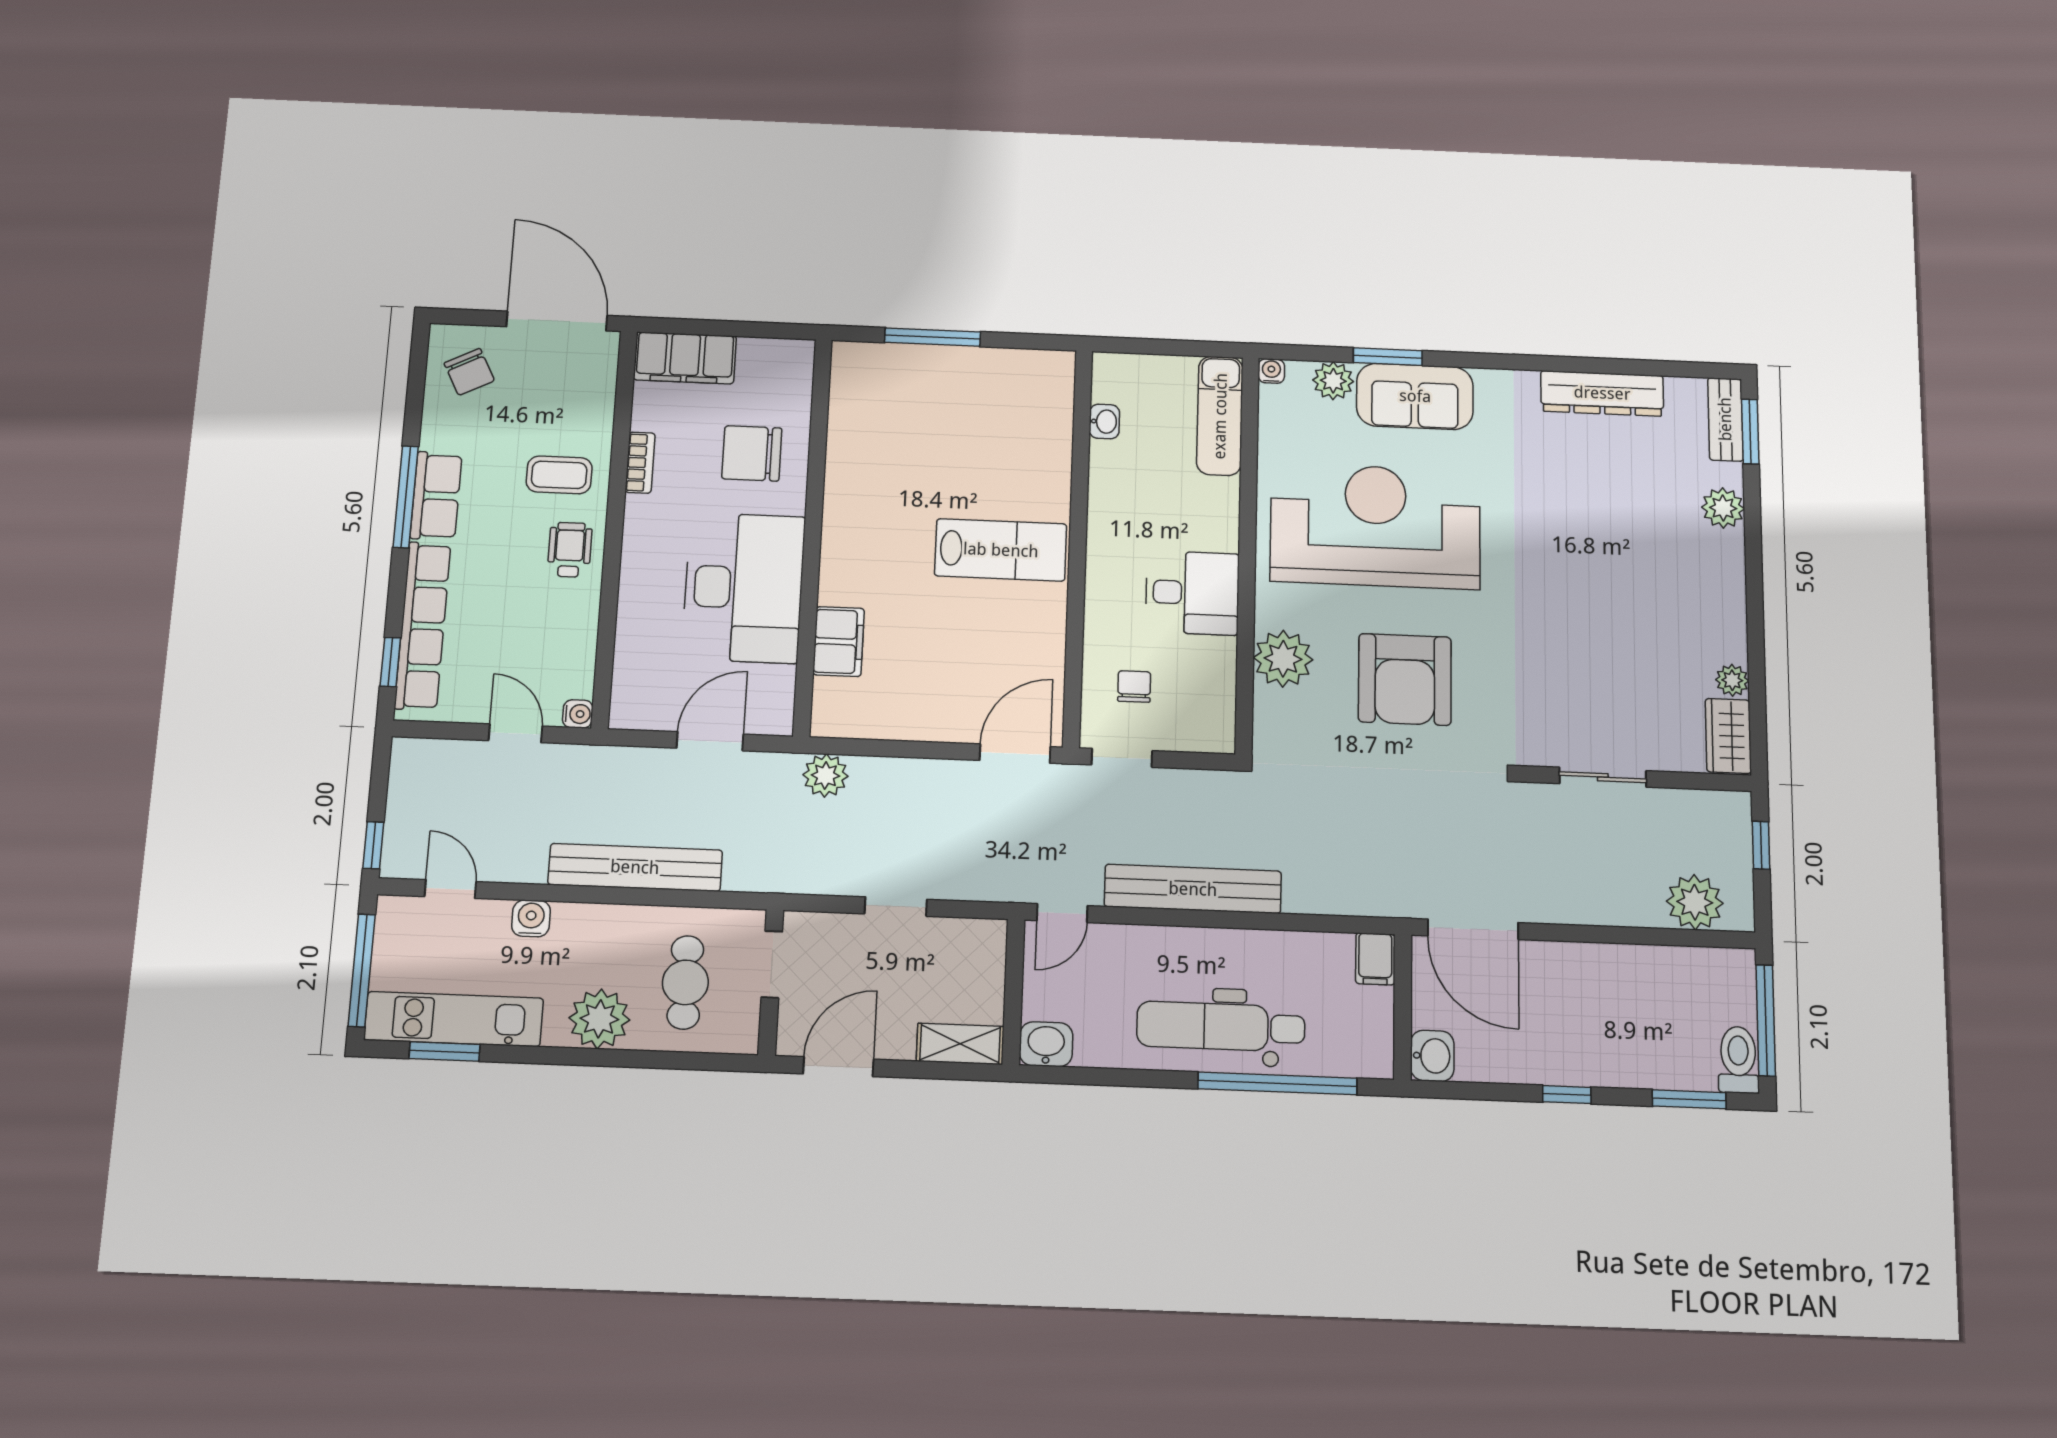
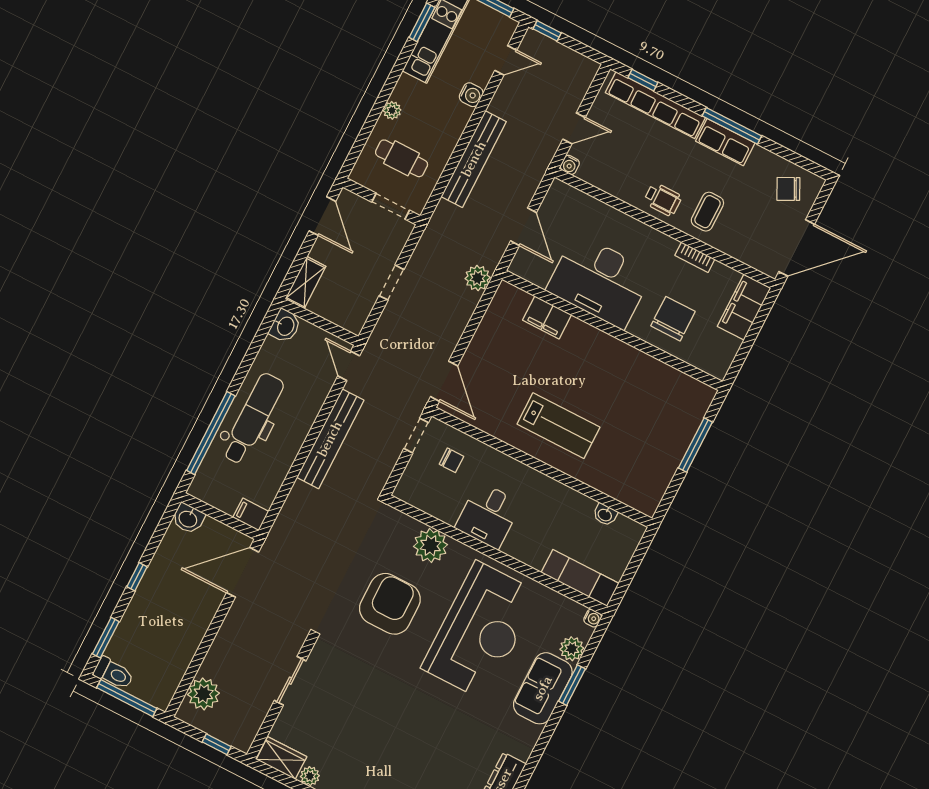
lab bench: (1001, 550) -> (558, 426), turned -90
armchair: (1405, 679) -> (390, 604), turned 90
plant: (599, 1019) -> (392, 110), width x0.53, depth x0.53

